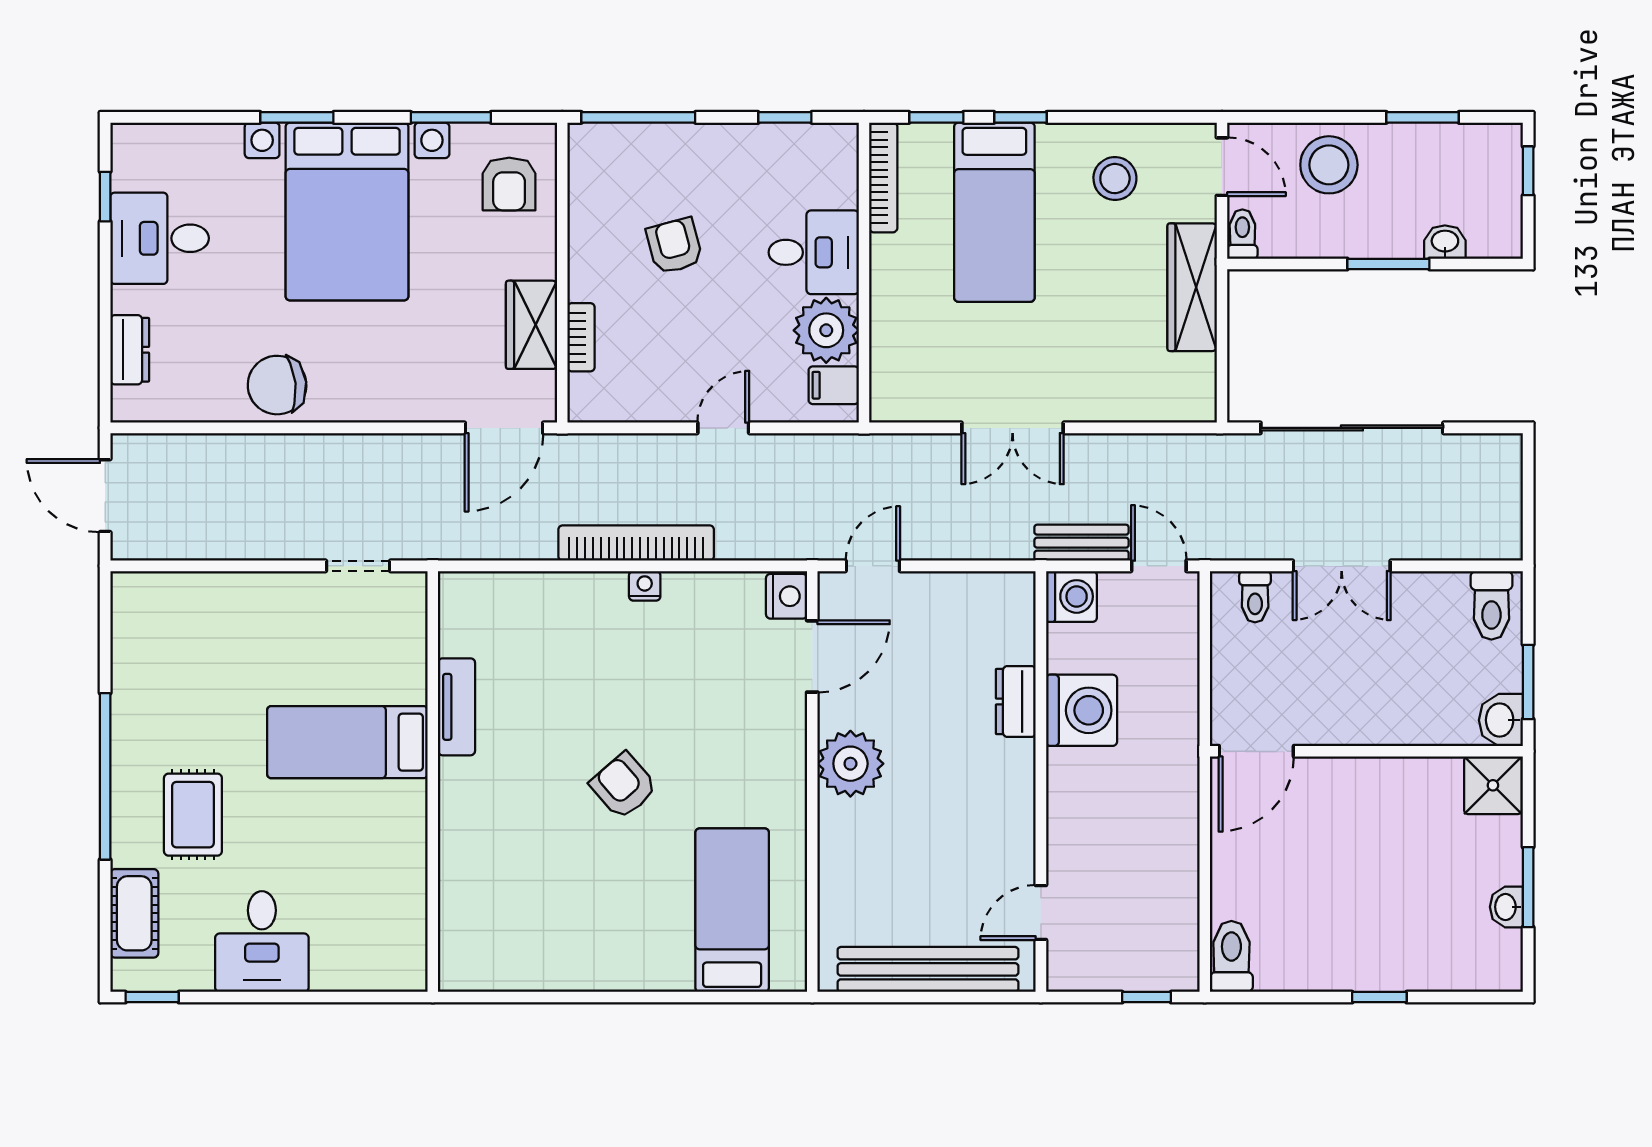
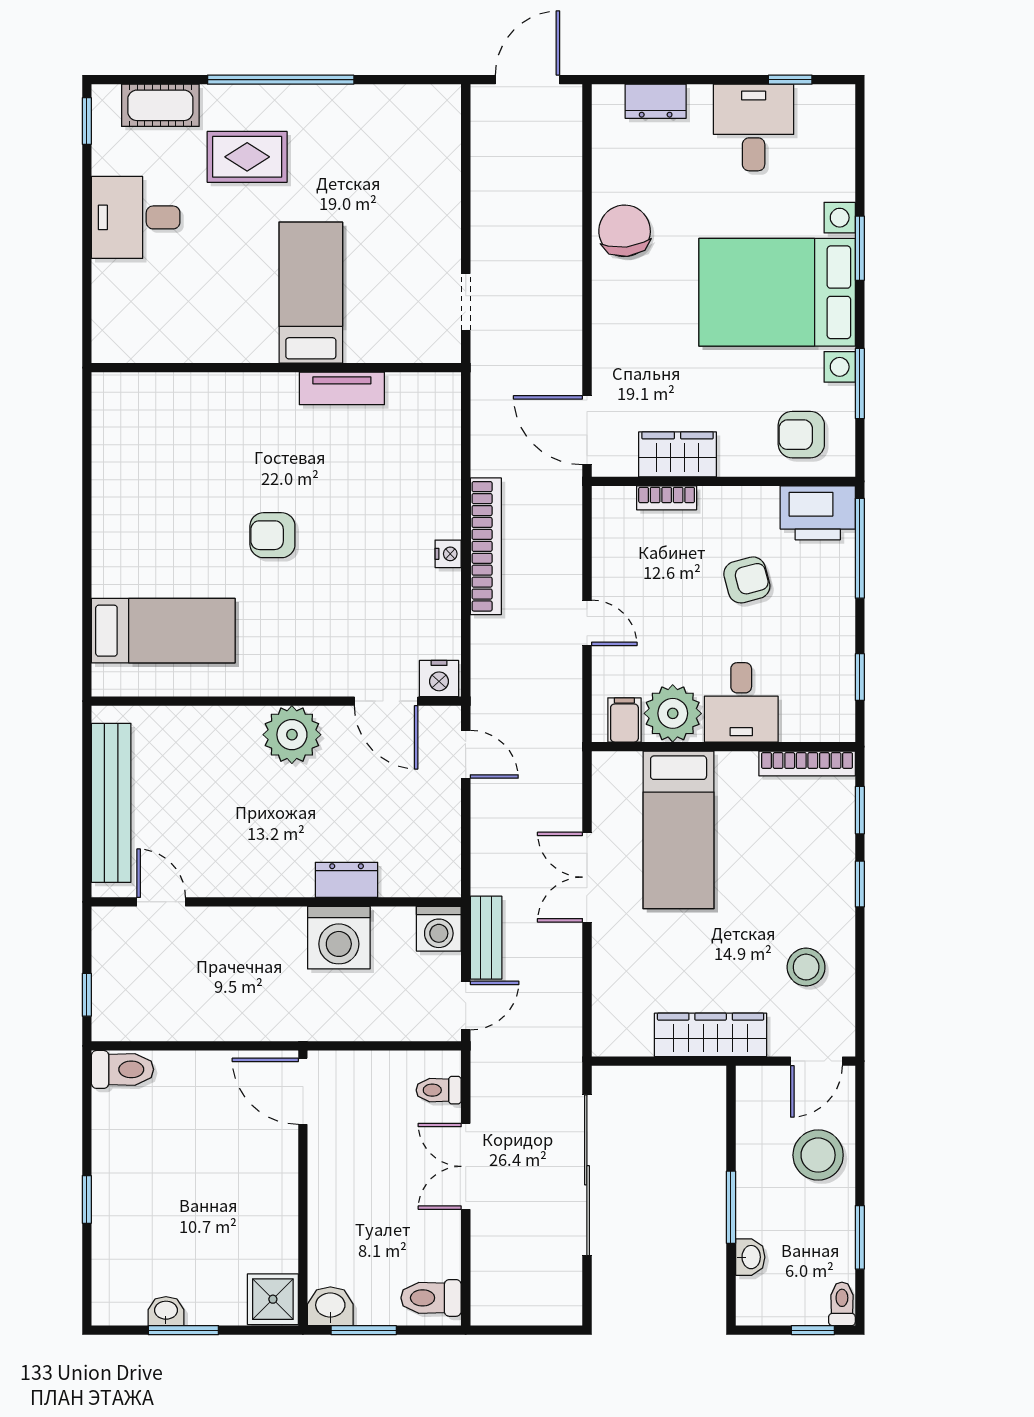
printer: (598, 165) -> (818, 513), added
bed: (994, 212) -> (679, 830), moved, turned -90
toilet: (1242, 234) -> (842, 1304), moved, turned -90
armchair: (623, 786) -> (272, 535), turned -139

